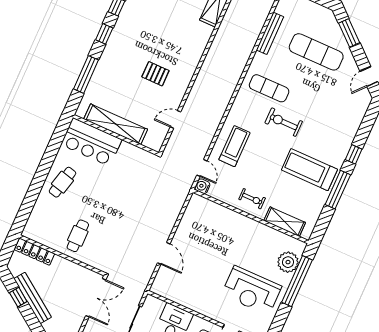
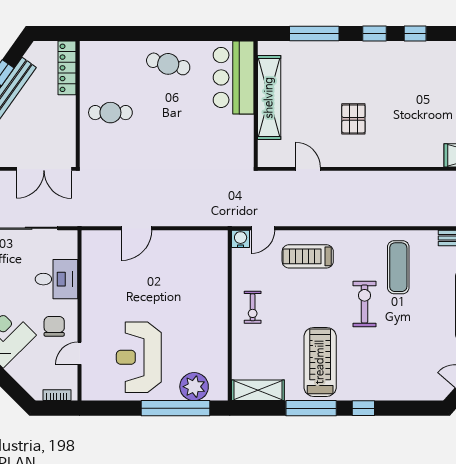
treadmill: (234, 146) -> (308, 256), turned 180
shelving: (285, 222) -> (258, 390), moved, turned 90

